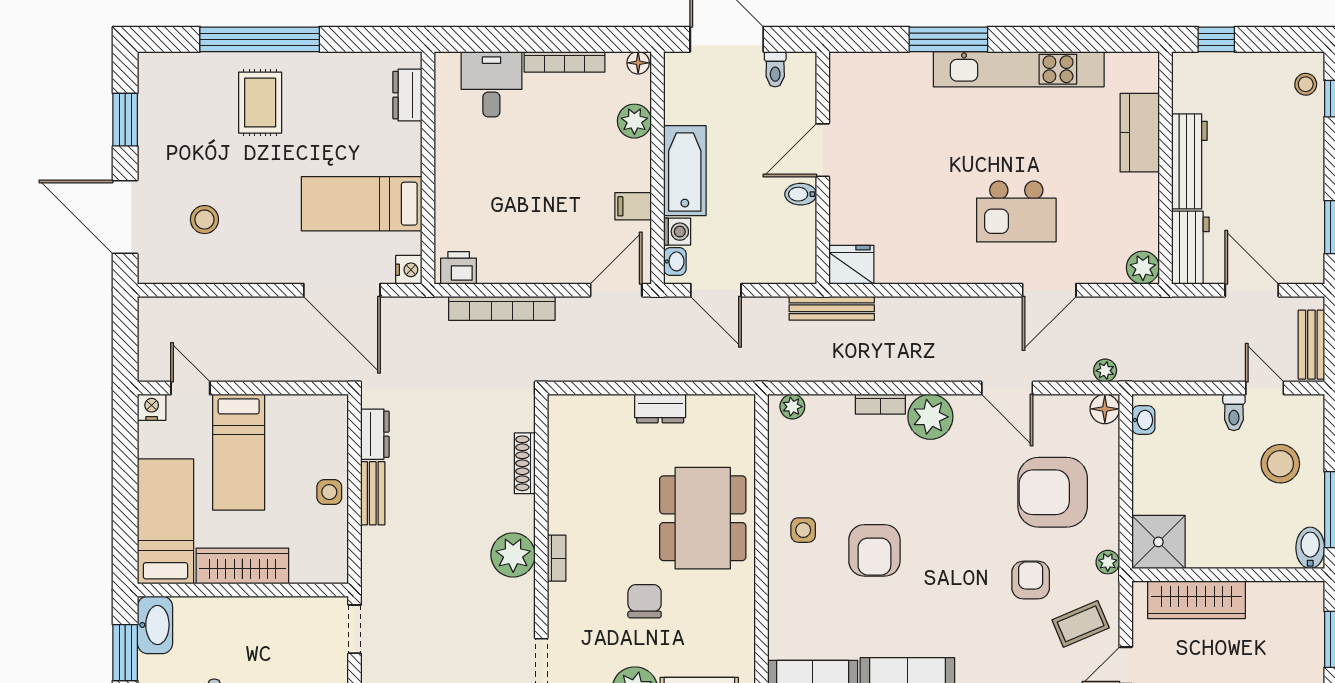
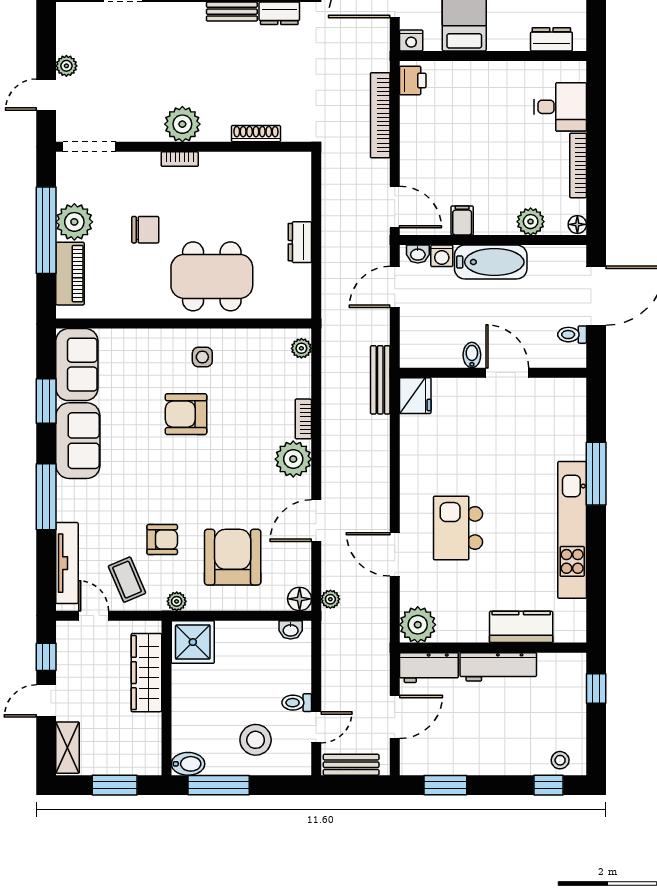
plant: (1143, 268) -> (418, 625), width x1.36, depth x1.36

